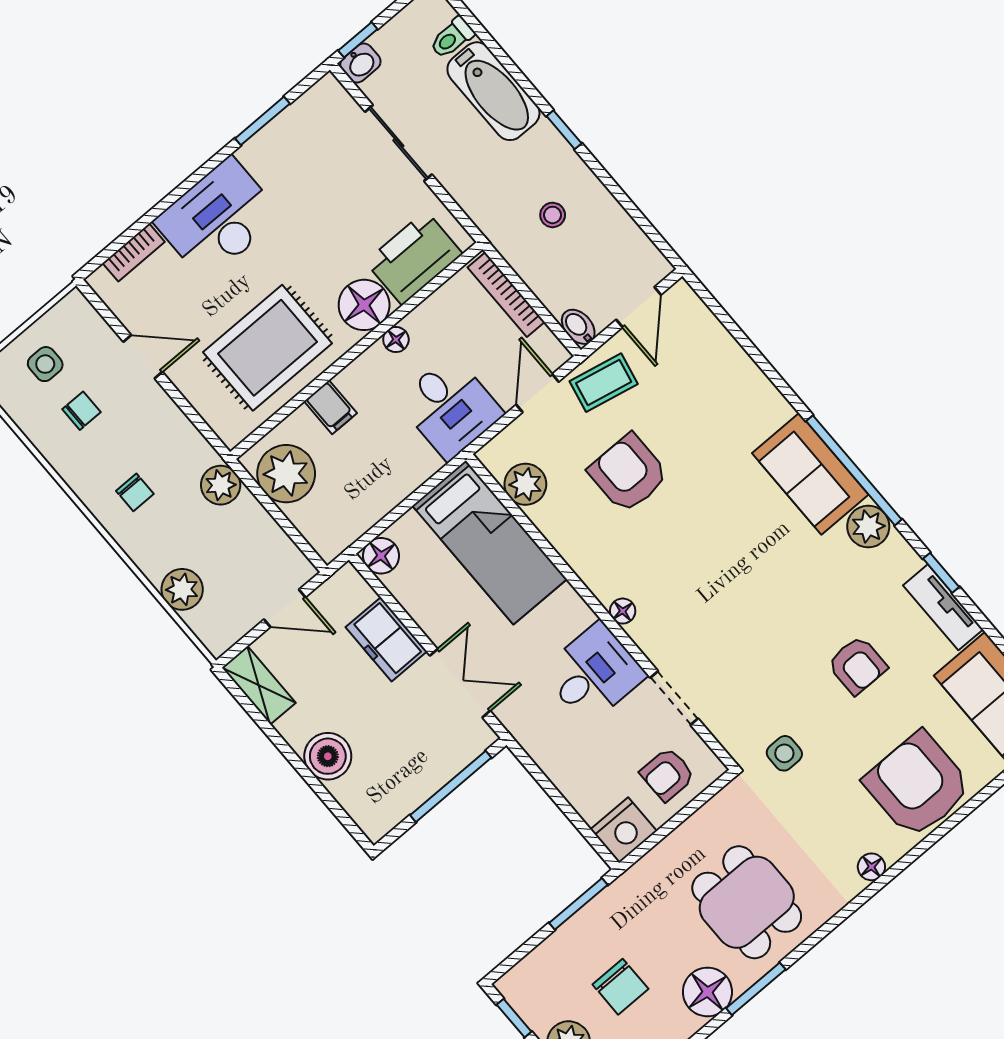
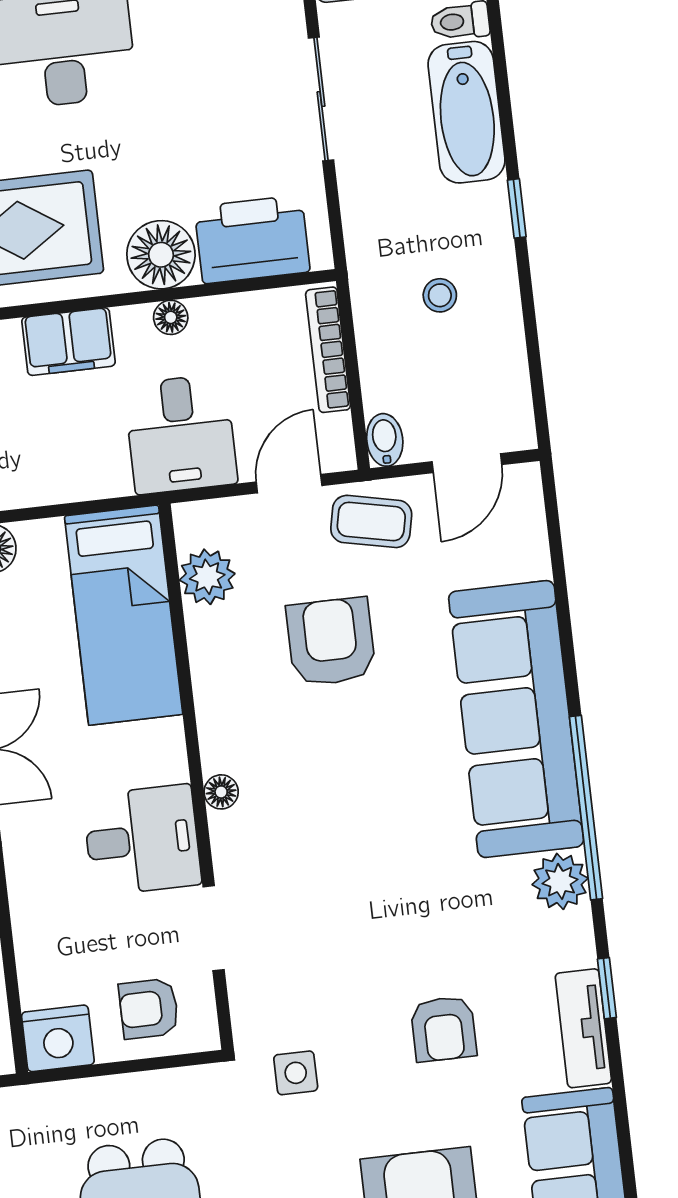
filing cabinet: (330, 407) -> (68, 342), width x2.00
sofa: (810, 474) -> (516, 719), width x1.85, depth x1.27

